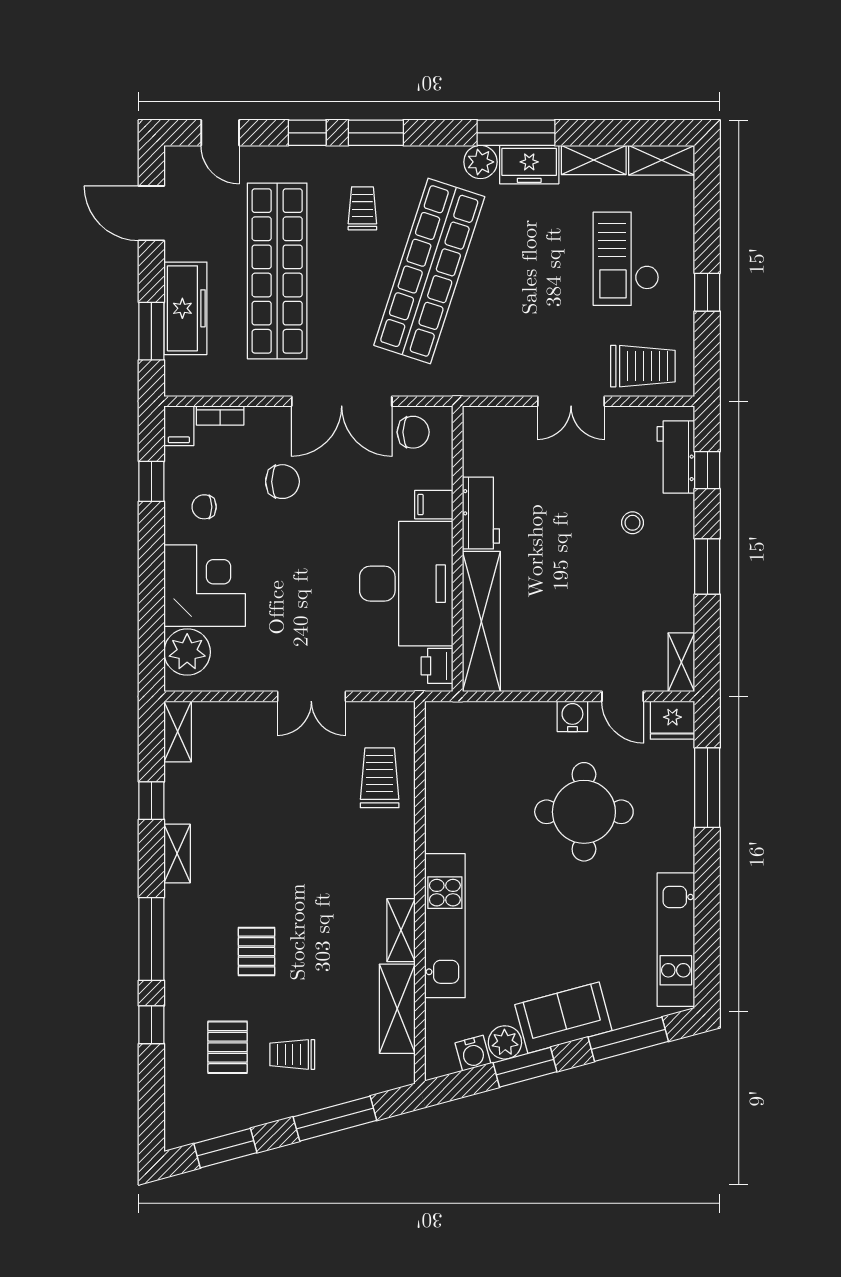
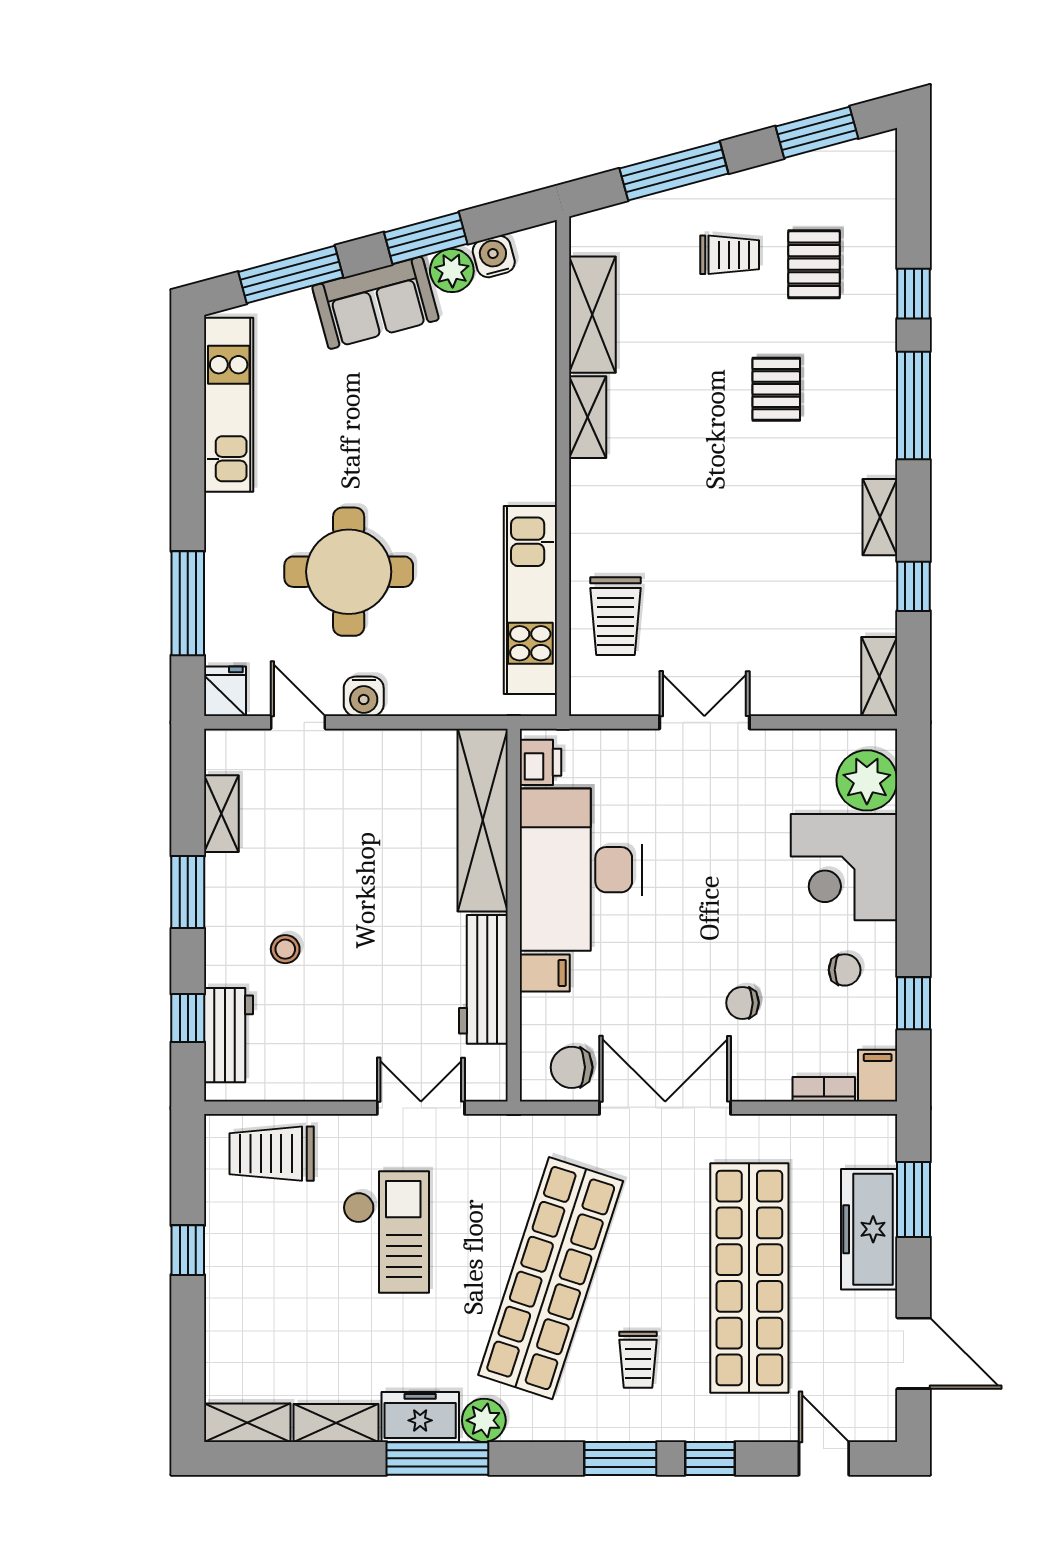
checkout: (626, 259) -> (386, 1232), moved
double door: (571, 401) -> (421, 1108), moved
chair: (282, 482) -> (742, 1003), width x0.73, depth x0.73
workbench: (481, 513) -> (483, 979), width x1.38
shelving: (681, 662) -> (221, 814), moved
fridge: (672, 720) -> (225, 691), width x0.72
kitchen unit: (445, 926) -> (530, 600), moved

